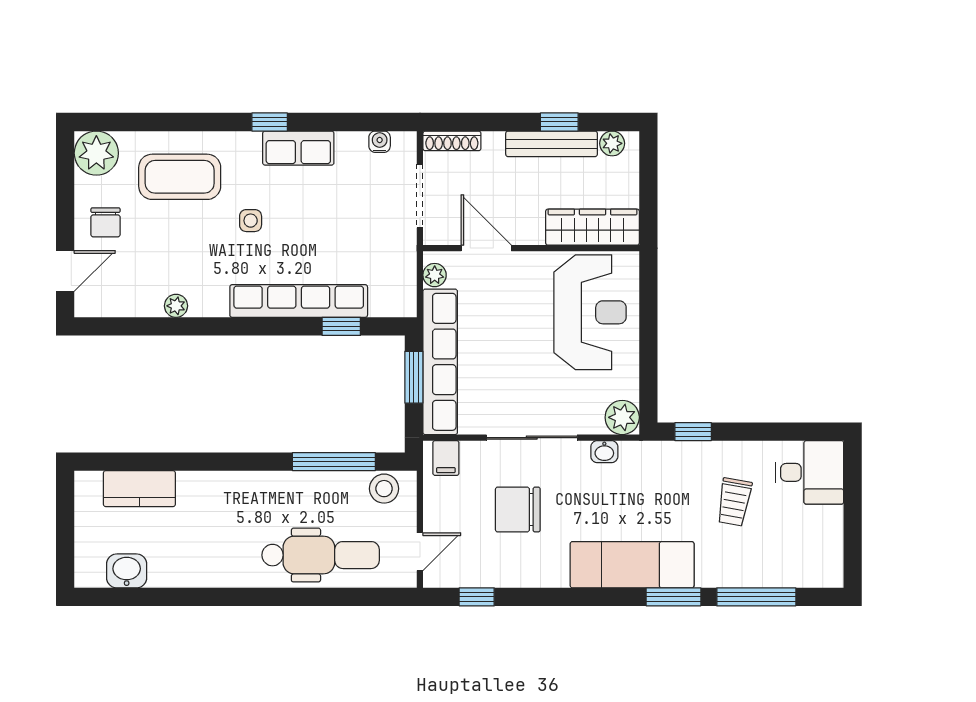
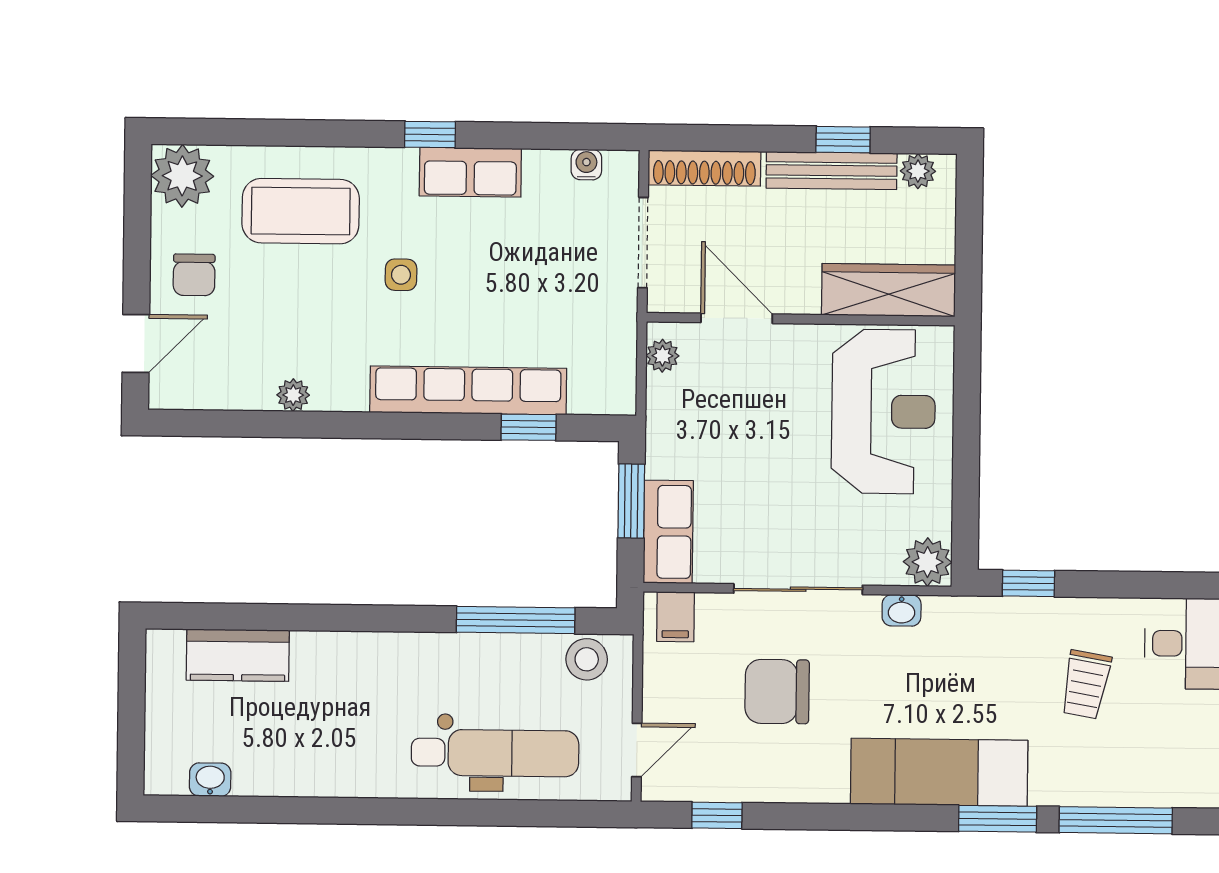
shoe rack: (452, 141) -> (704, 168), width x1.36, depth x1.24
row of seats: (440, 362) -> (668, 532), width x0.50
washbasin: (127, 571) -> (210, 780), width x0.72, depth x0.69

